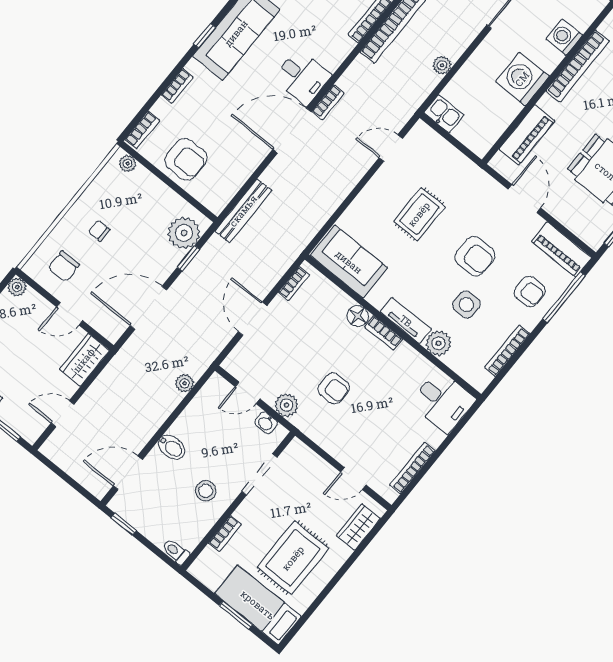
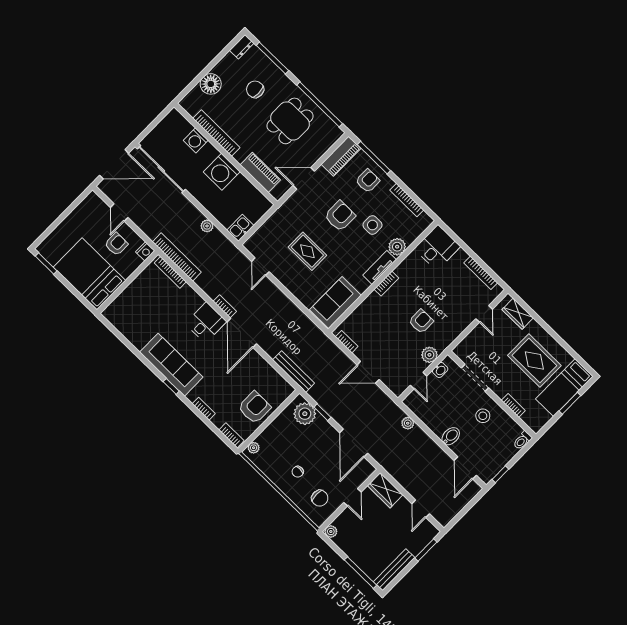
floor lamp: (358, 316) -> (373, 300), removed

